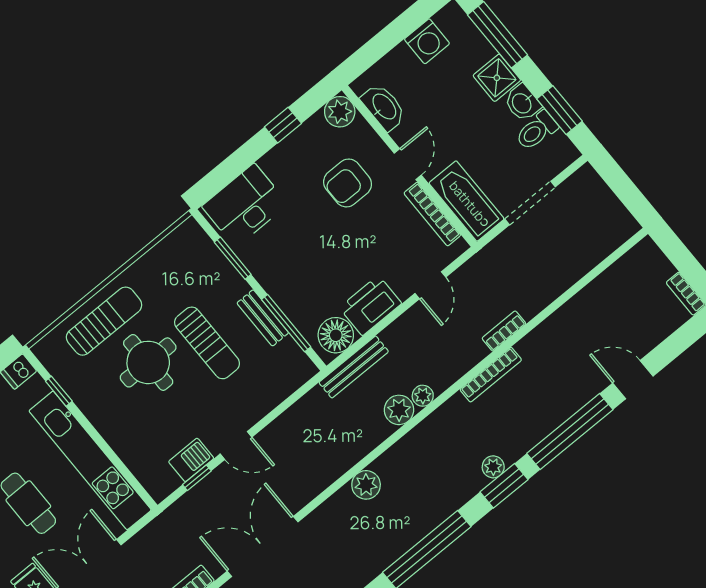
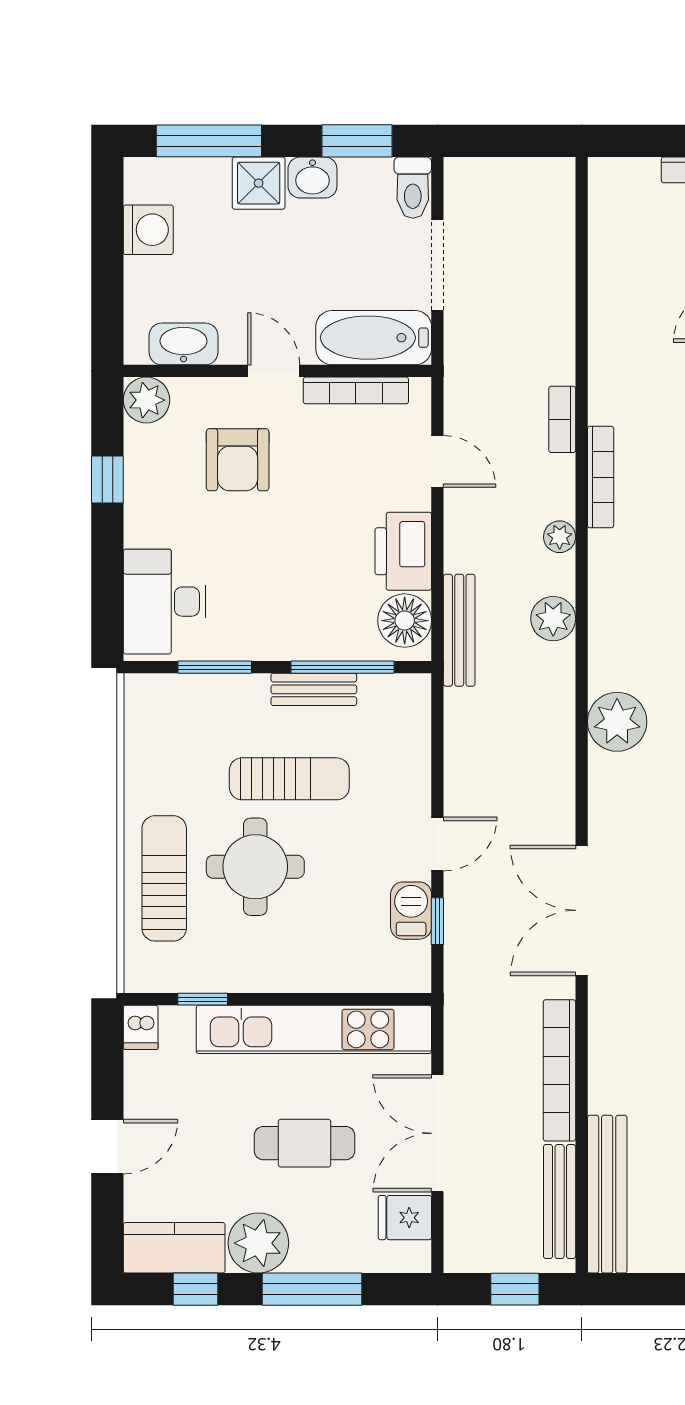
toilet: (537, 131) -> (413, 188), moved
plant: (423, 396) -> (560, 537), moved
plant: (366, 485) -> (617, 722), width x1.36, depth x1.36

